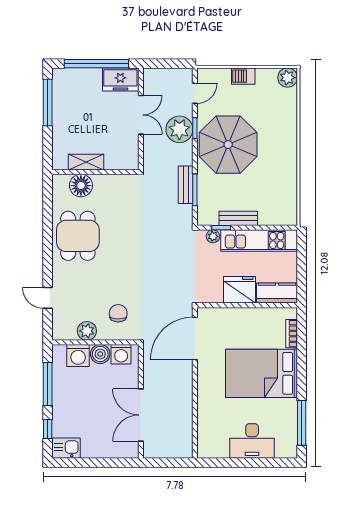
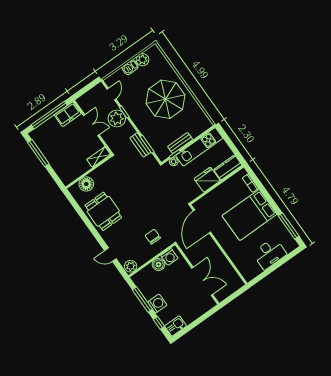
plant: (288, 78) -> (143, 60), moved
parasol: (228, 145) -> (165, 99), moved
shelving: (86, 162) -> (99, 157), moved
plant: (87, 331) -> (131, 266), moved
washing machine: (78, 356) -> (157, 304), moved, turned -90
double door: (141, 415) -> (202, 281), swing flipped

